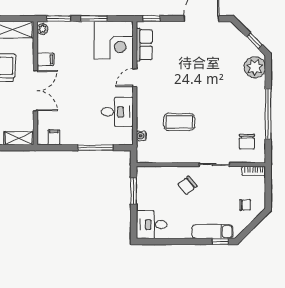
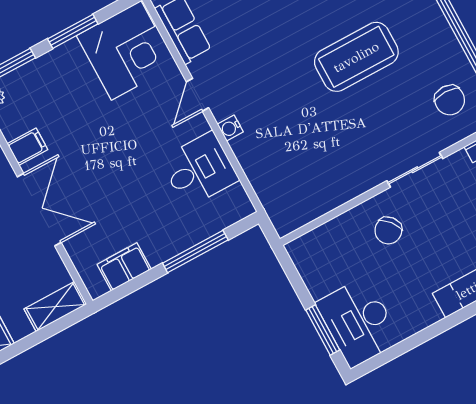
coffee table: (179, 122) -> (356, 57), moved, width x1.36, depth x1.32
water cooler: (141, 136) -> (230, 128), moved
filing cabinet: (54, 137) -> (124, 267), width x2.00
window: (134, 191) -> (323, 330), moved
desk: (152, 225) -> (358, 322), width x1.37

